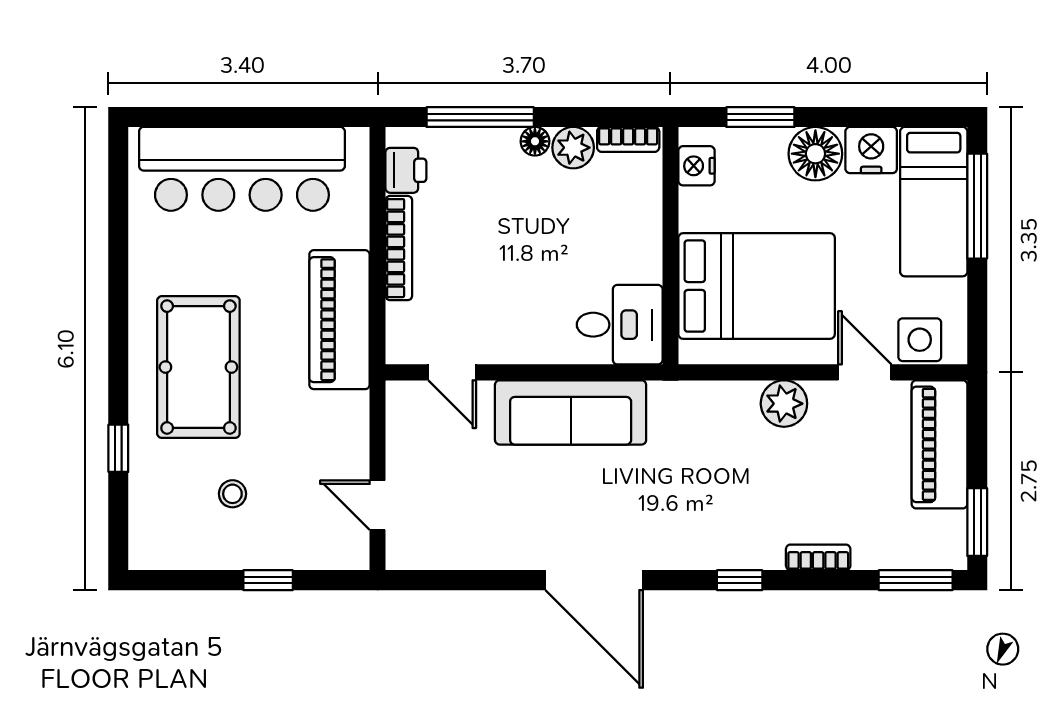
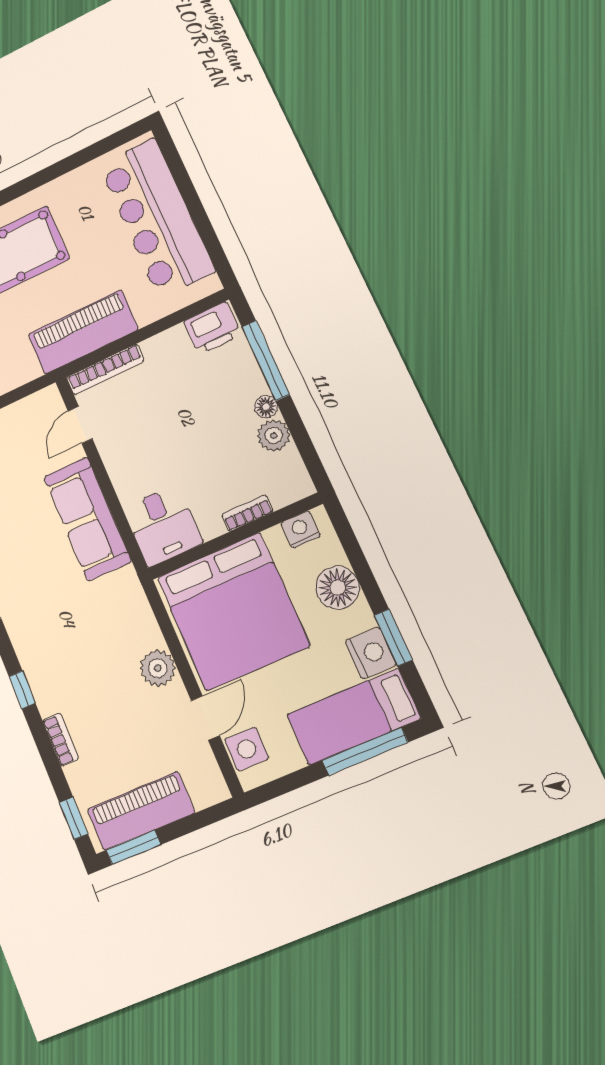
window: (760, 117) -> (393, 638), moved
bookcase: (628, 139) -> (247, 513), moved, turned 90
floor lamp: (815, 154) -> (338, 588), moved
printer: (406, 170) -> (212, 328), width x1.36, depth x1.24
bookcase: (399, 248) -> (105, 369), moved
bed: (757, 286) -> (233, 611), width x1.36
piano: (939, 444) -> (141, 811), moved
window: (916, 580) -> (74, 818), width x0.67

